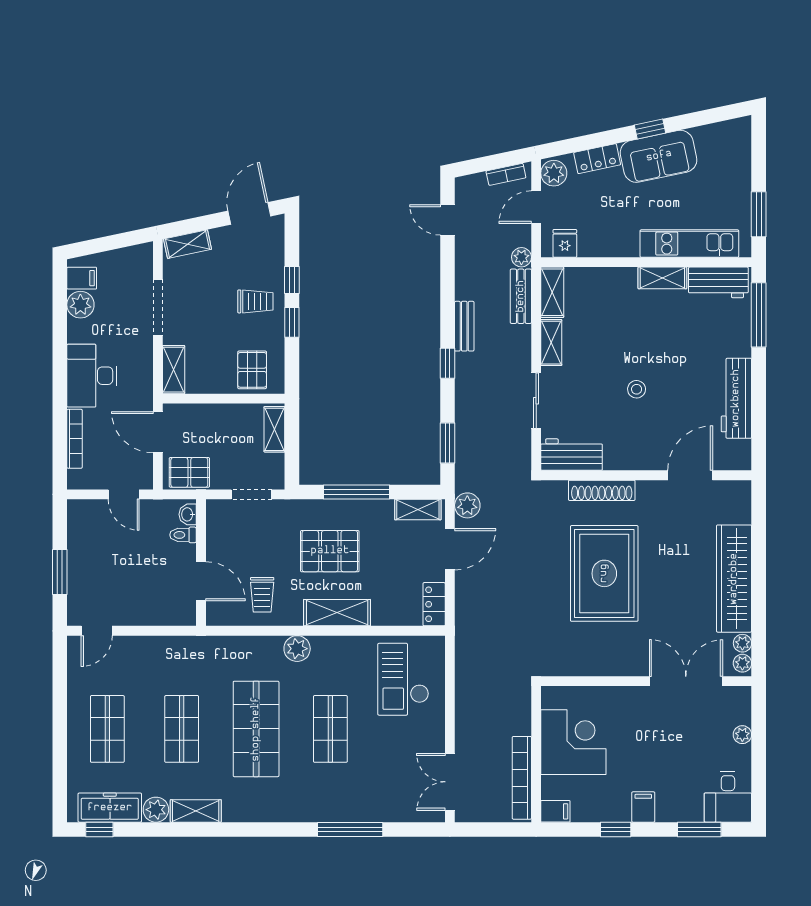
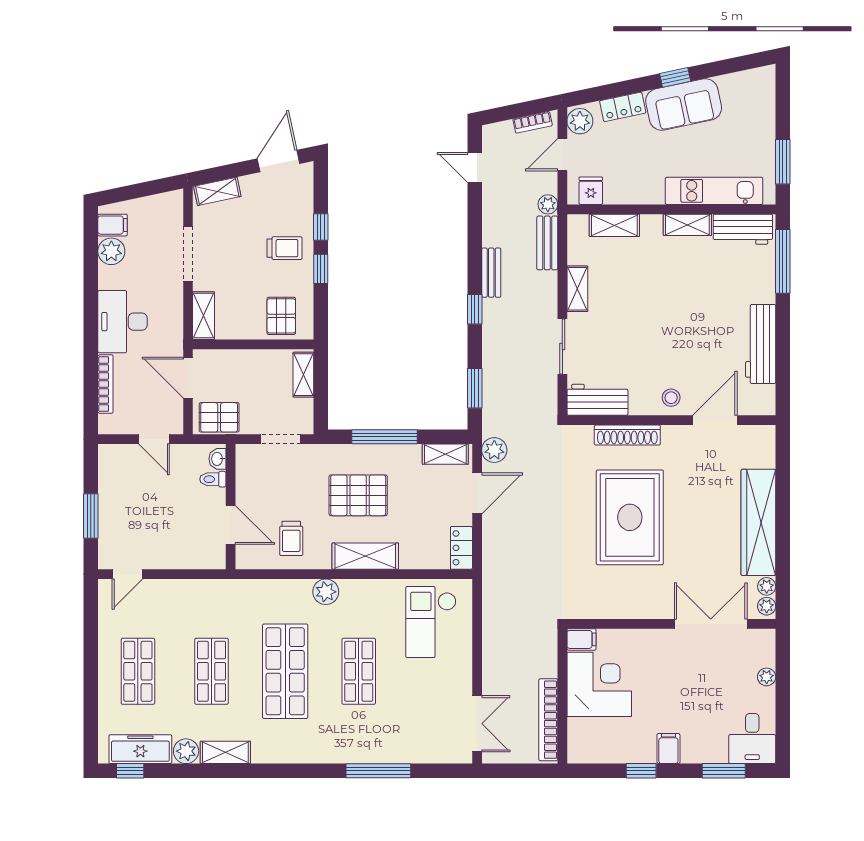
shelving: (552, 292) -> (614, 225), moved, turned 90
stool: (637, 389) -> (671, 398), moved
double door: (450, 782) -> (477, 724), swing flipped
filing cabinet: (555, 811) -> (581, 639), moved

